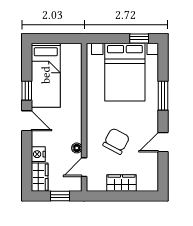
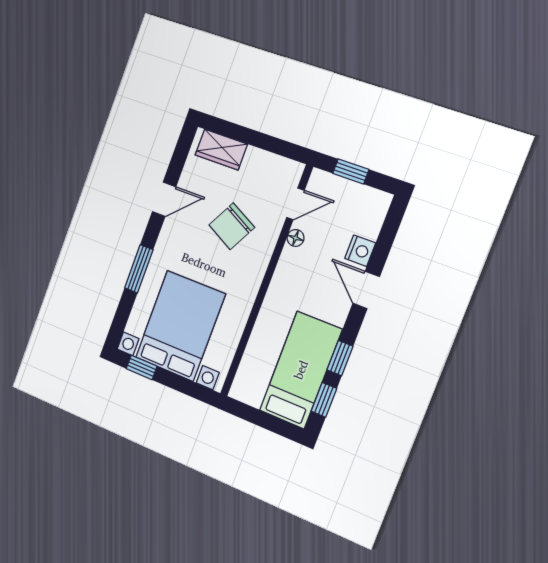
window: (27, 64) -> (324, 400), added
door: (27, 121) -> (366, 290), moved
wardrobe: (40, 177) -> (372, 213), removed
wardrobe: (121, 183) -> (221, 150), moved

